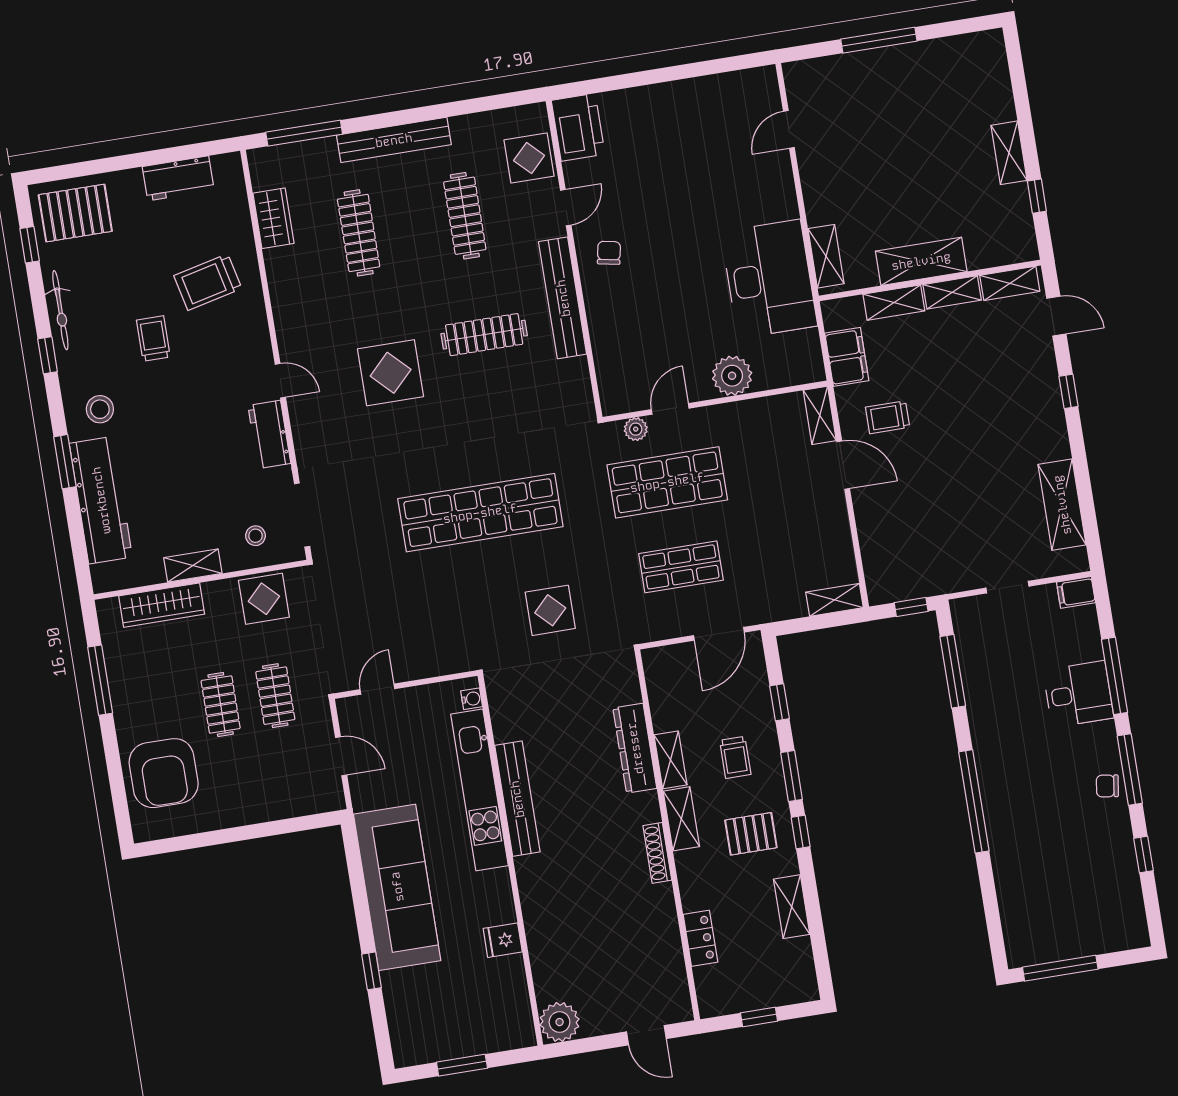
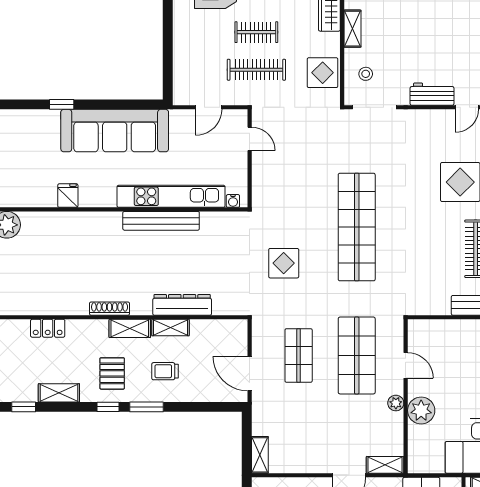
plant: (636, 429) -> (396, 403), moved
clothes rail: (275, 696) -> (256, 70), width x1.36
window: (780, 702) -> (24, 407), moved

